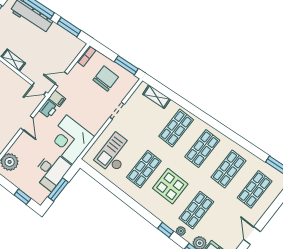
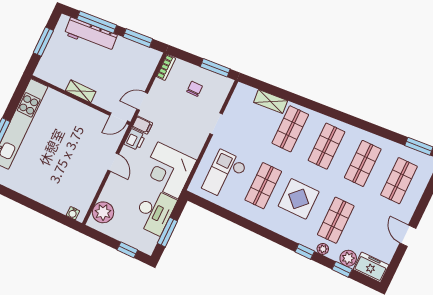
chair: (106, 78) -> (195, 89), width x0.54, depth x0.54
shelving: (157, 97) -> (271, 101), moved

